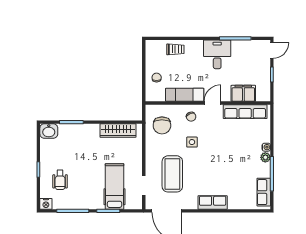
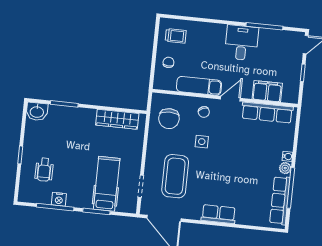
trolley: (175, 49) -> (176, 36), moved
row of seats: (264, 192) -> (280, 201), width x1.48
nightstand: (46, 204) -> (59, 199), moved

